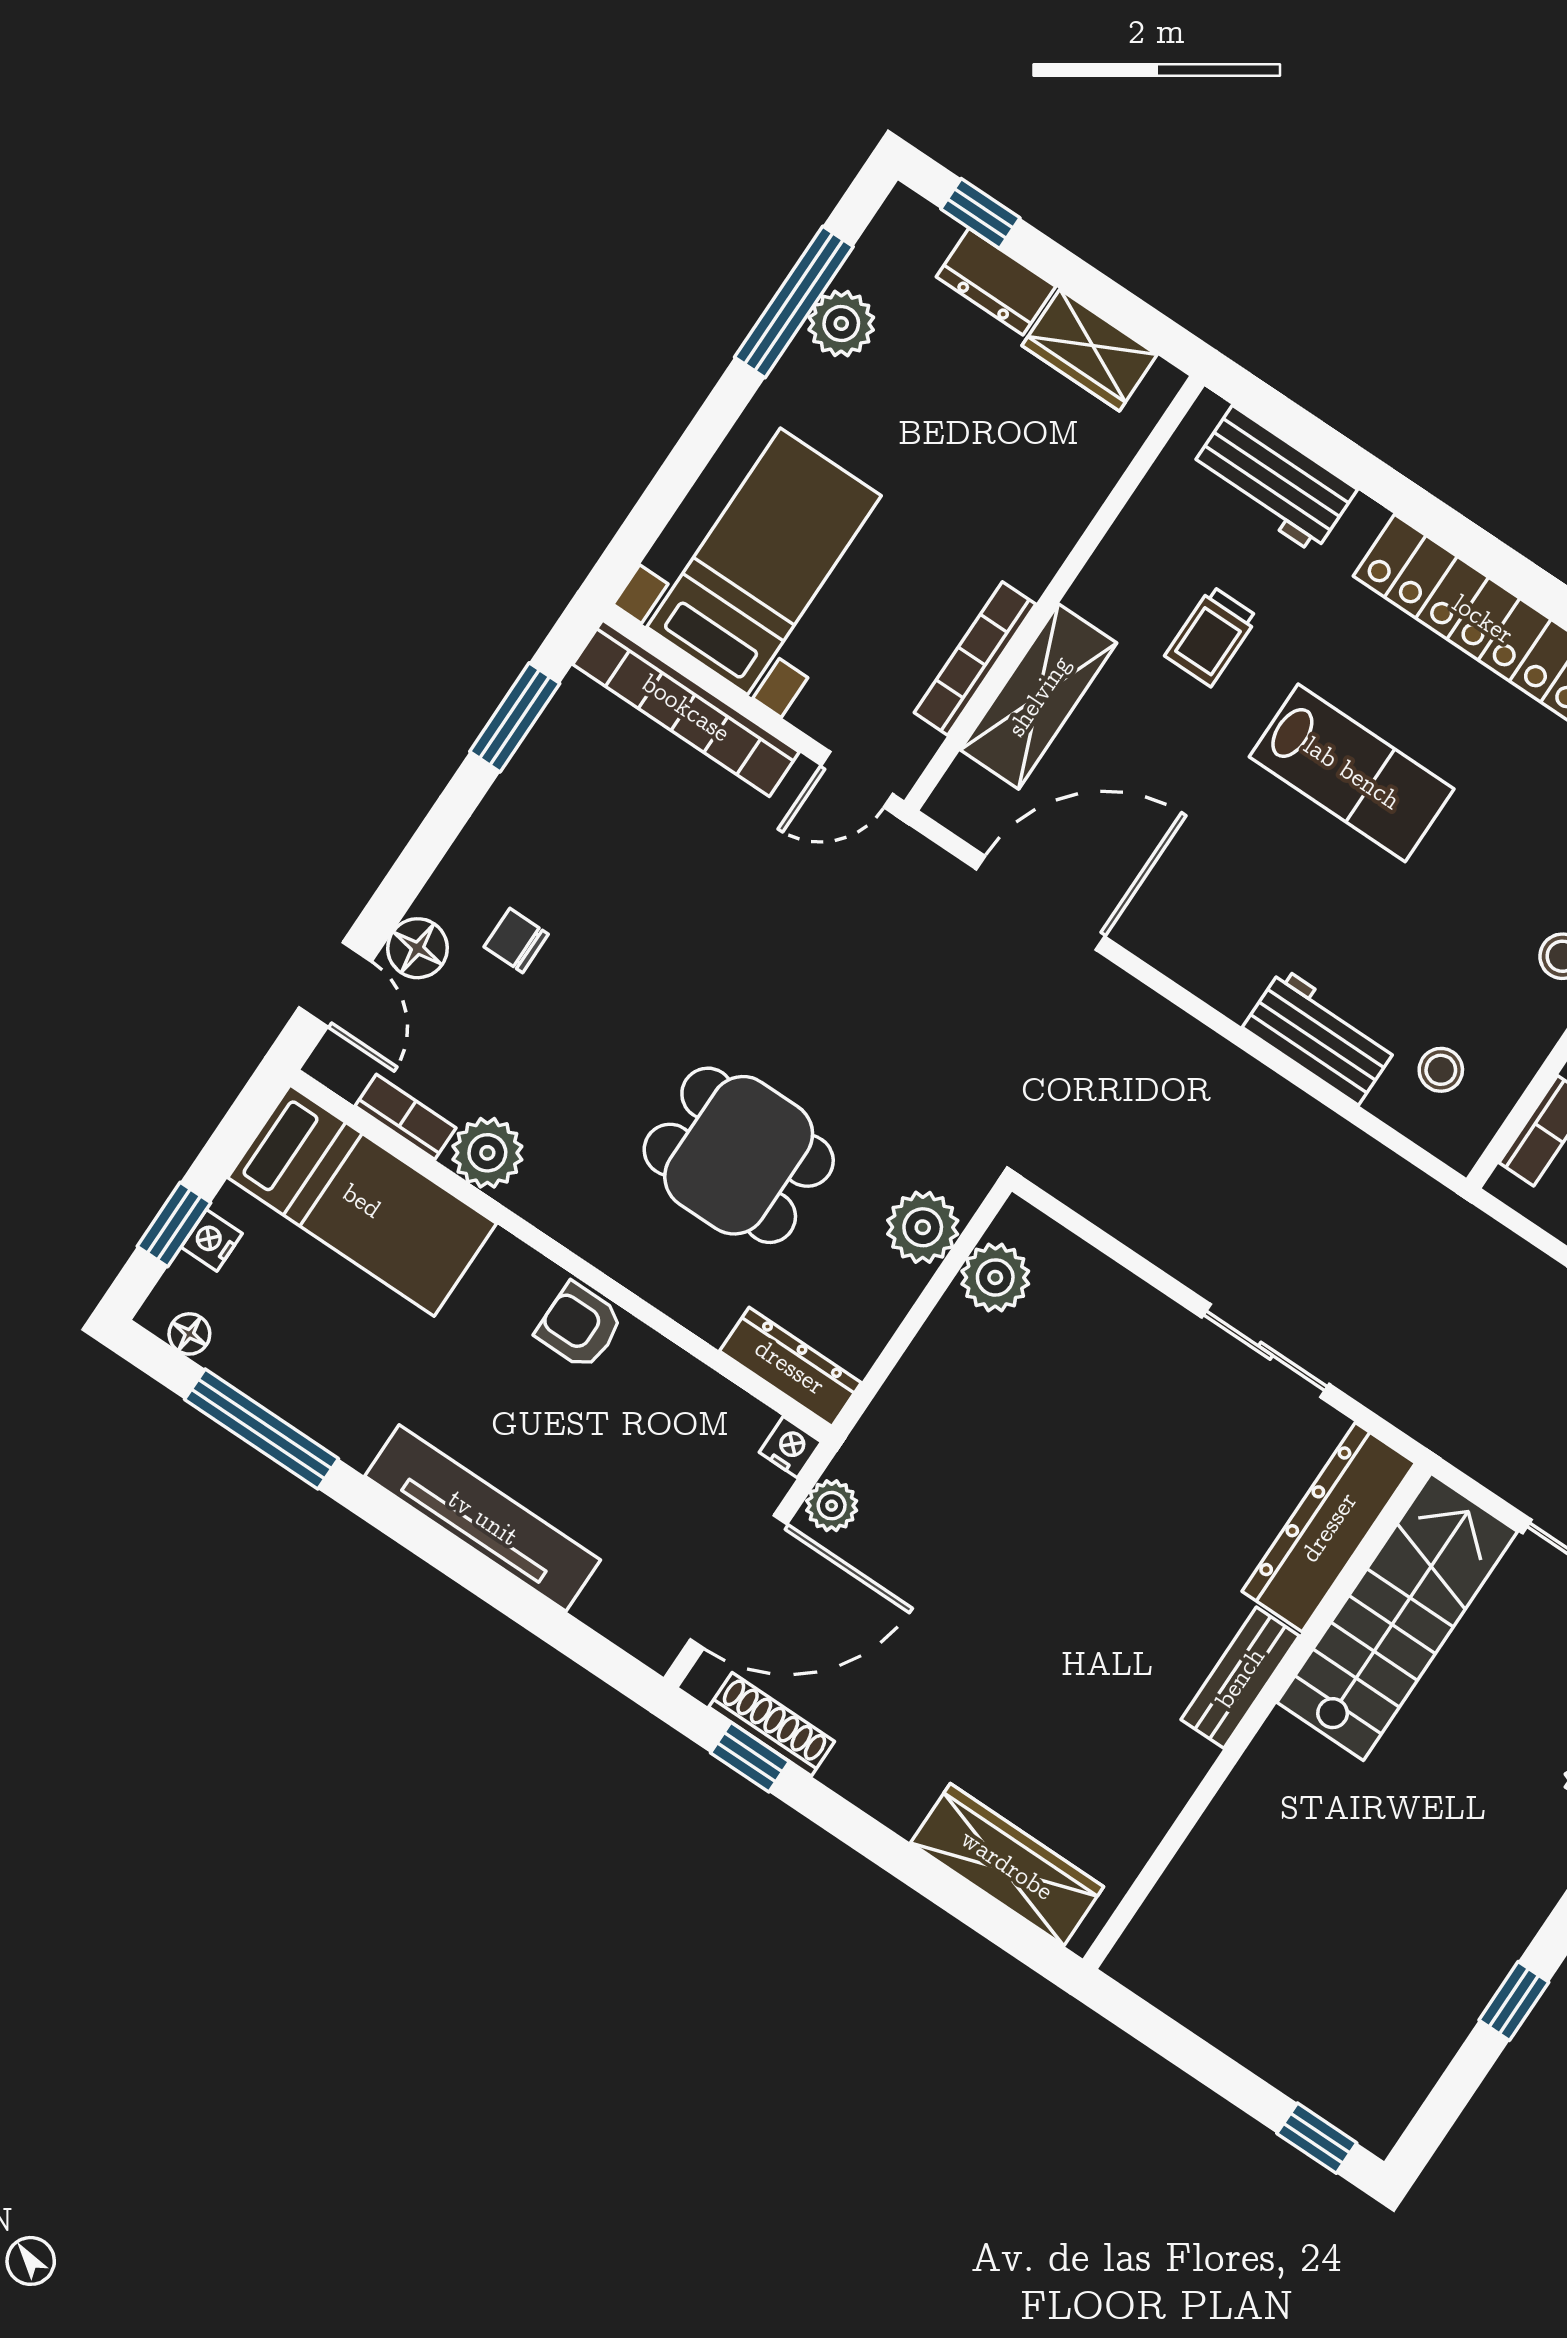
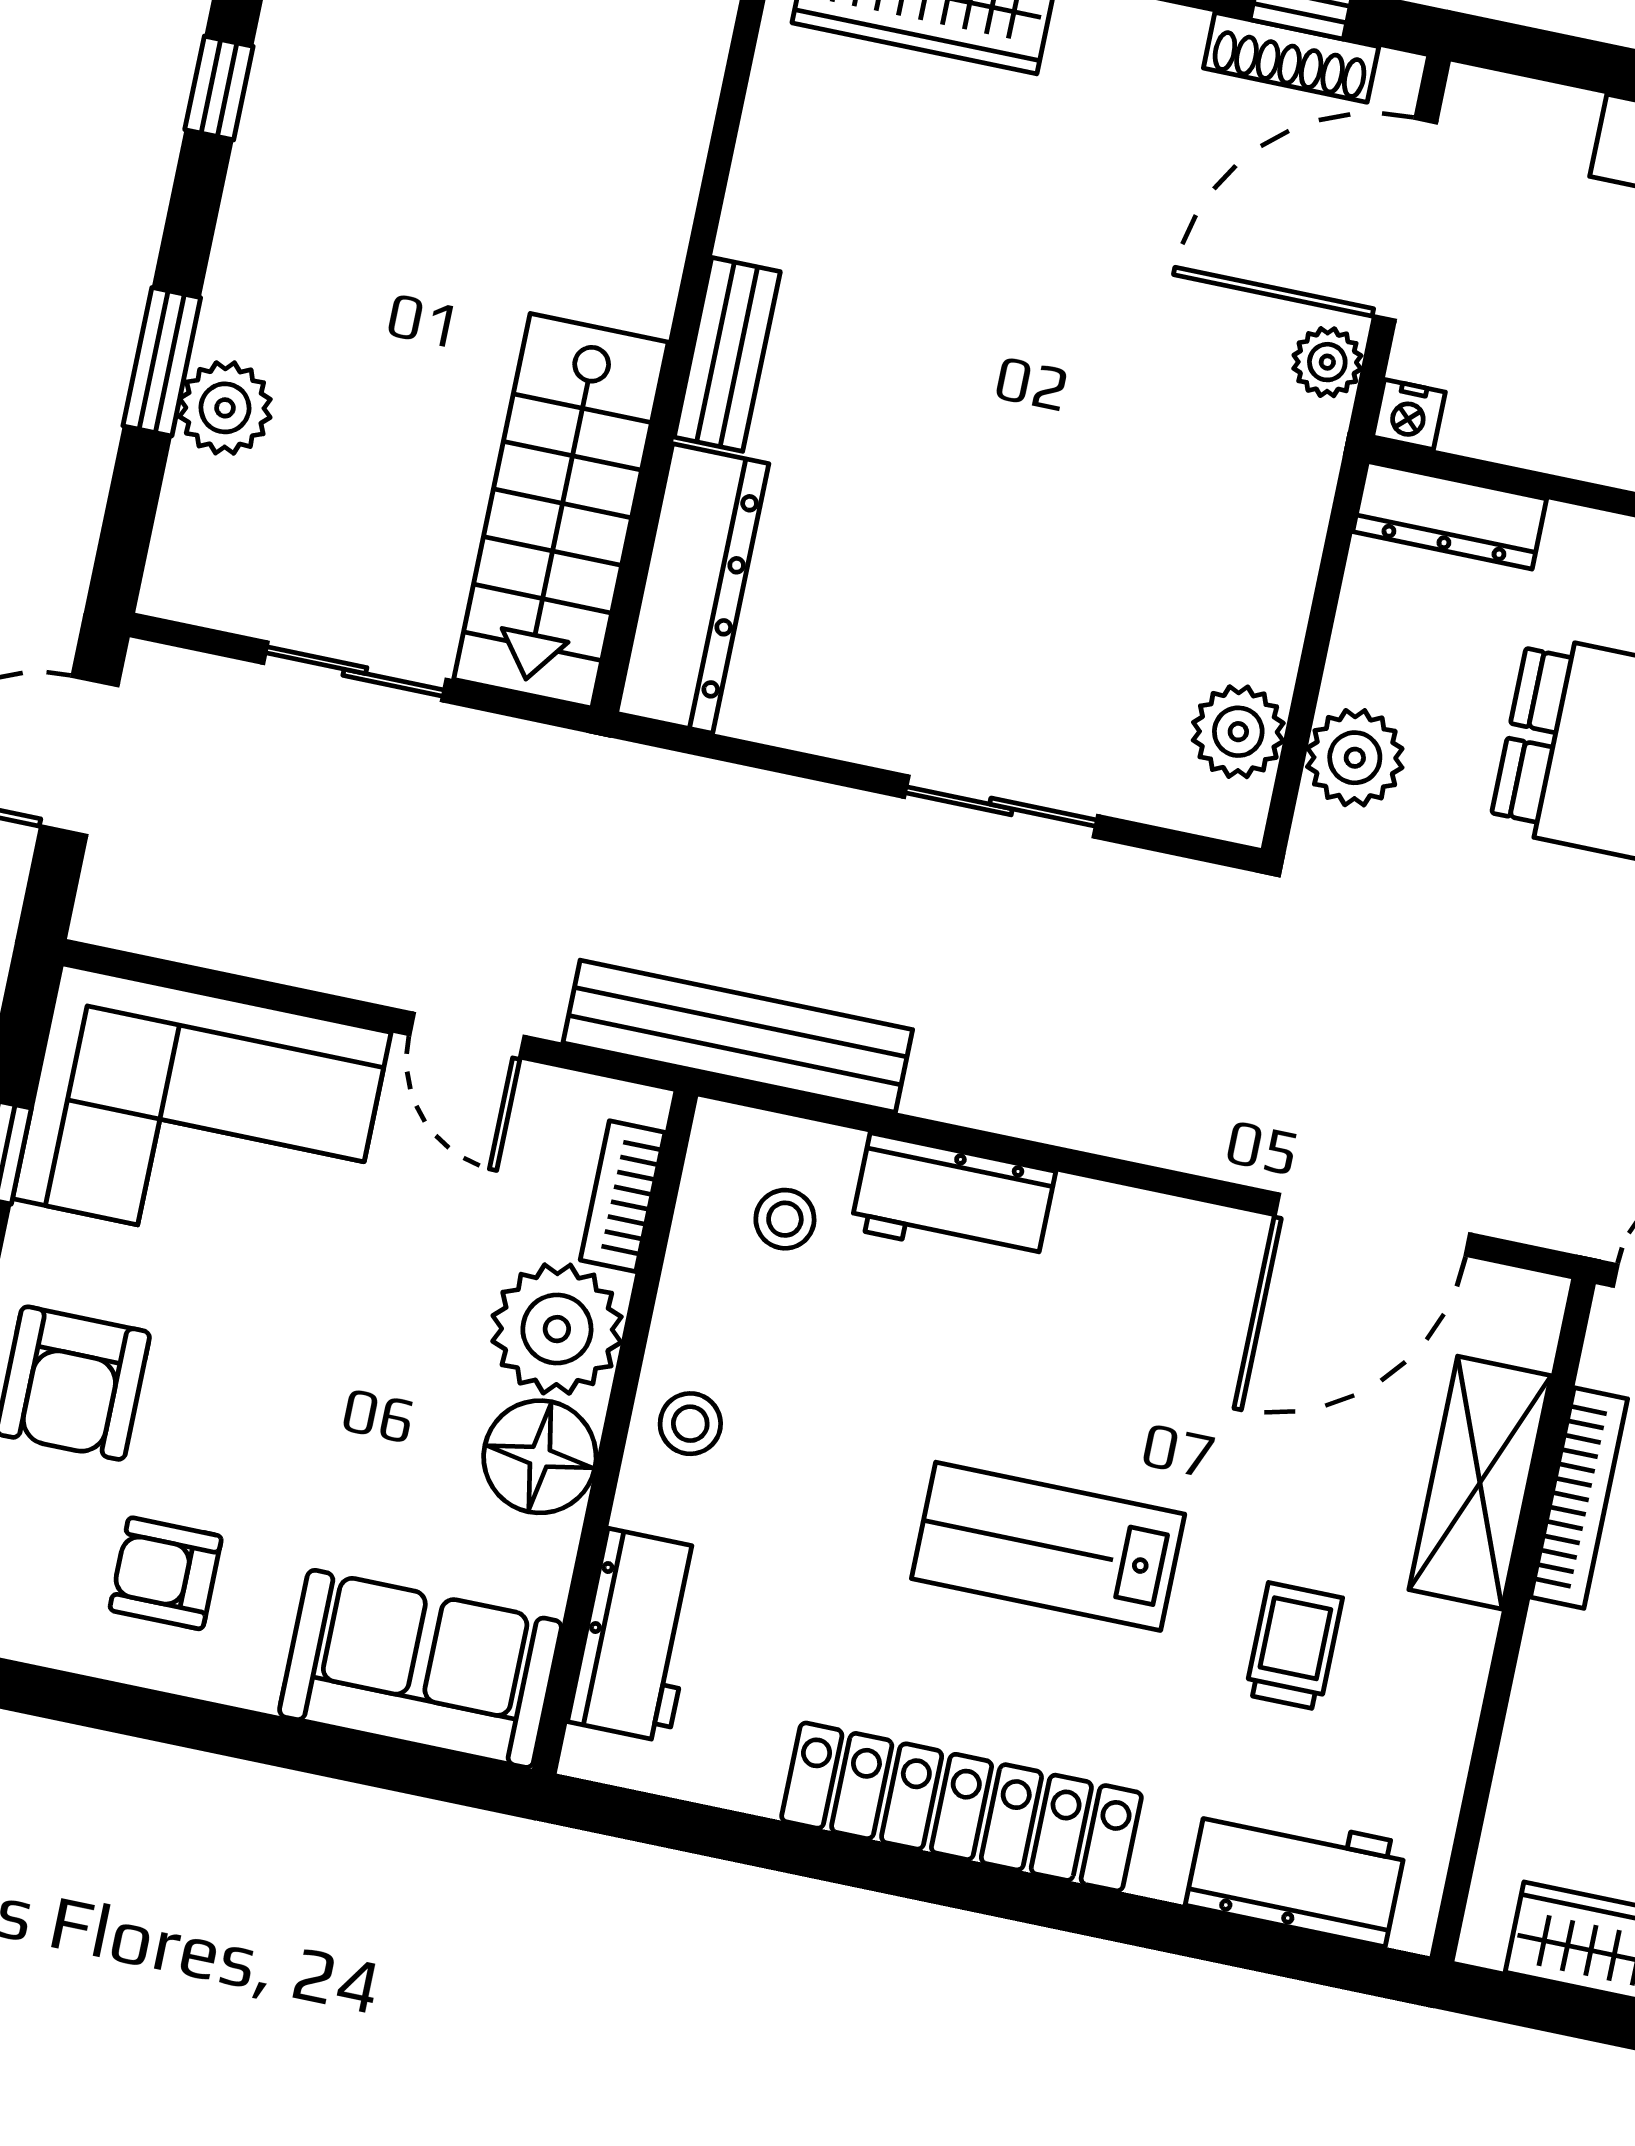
bench: (1422, 1208) -> (738, 1036), added
sliding door: (1265, 1351) -> (1001, 806), moved

